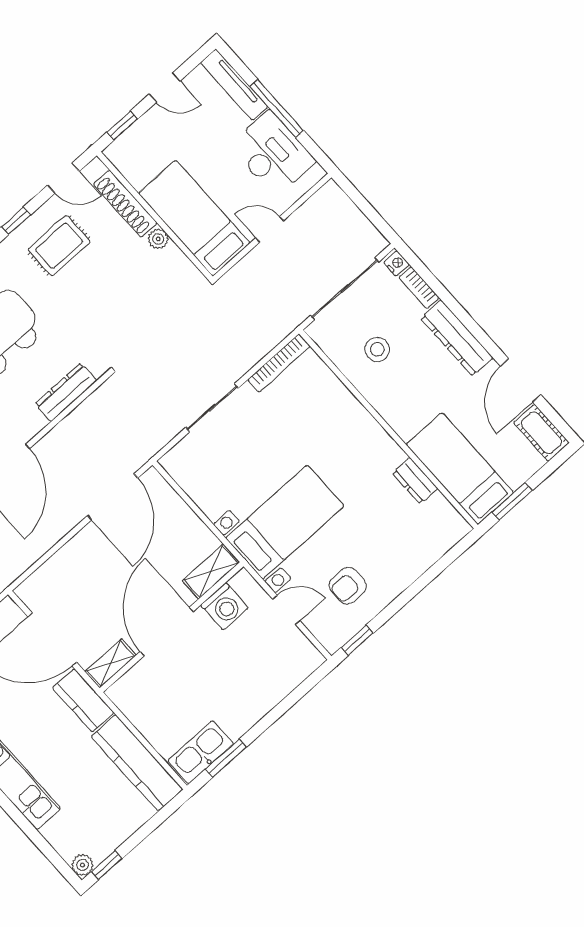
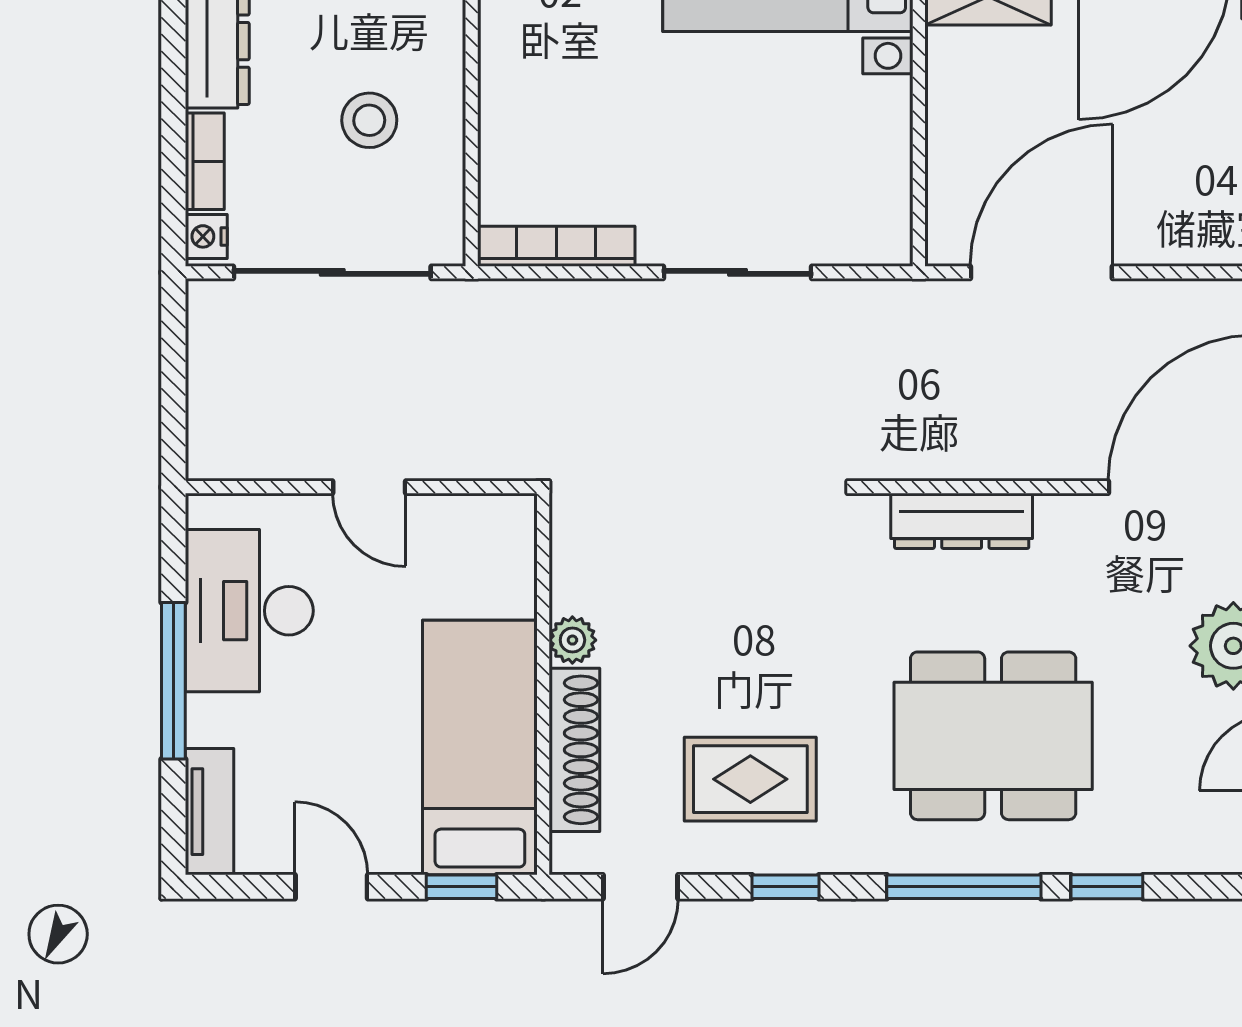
tv unit: (234, 85) -> (209, 812), width x0.71
door: (63, 178) -> (641, 887), swing flipped
bed: (194, 218) -> (480, 747), moved, turned 180

